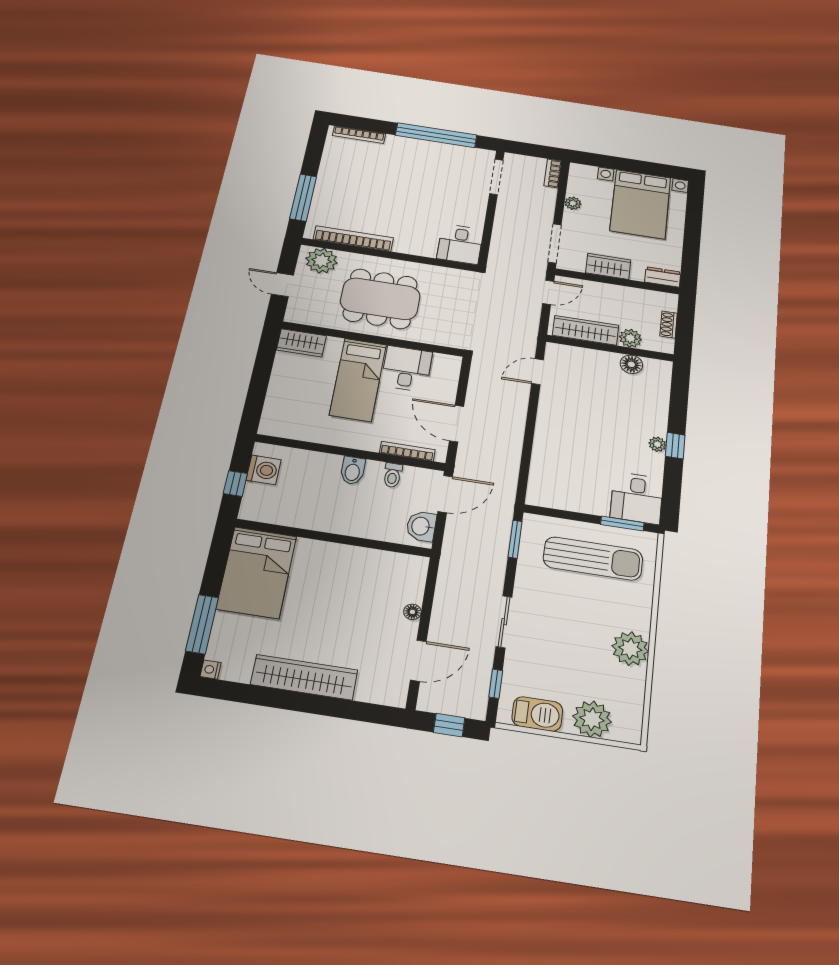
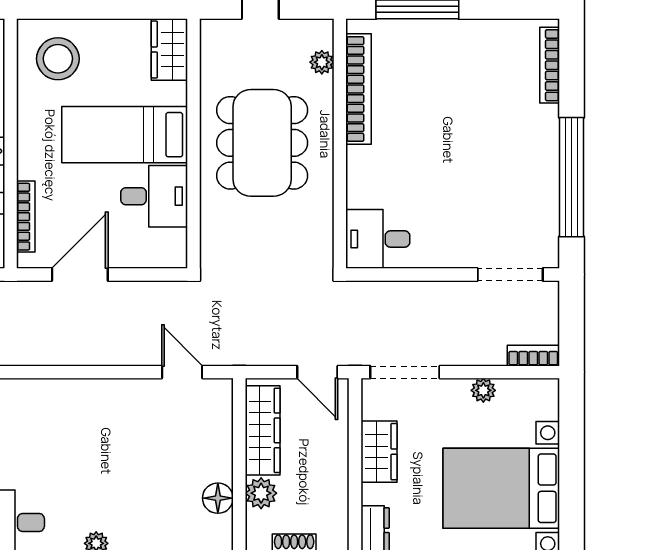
plant: (321, 261) -> (322, 62), width x0.53, depth x0.53
stool: (293, 412) -> (58, 59), added

